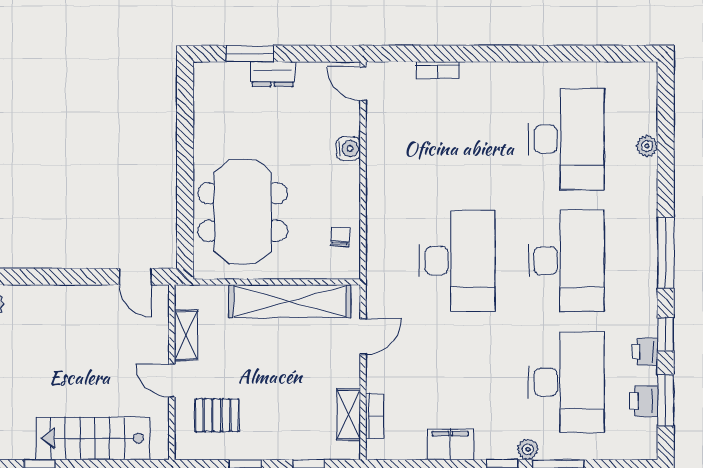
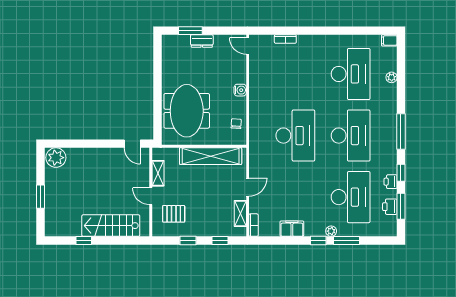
filing cabinet: (642, 73) -> (389, 40), added
water cooler: (348, 149) -> (240, 90), moved
door: (363, 337) -> (248, 187), moved
bookcase: (375, 416) -> (254, 225), moved

